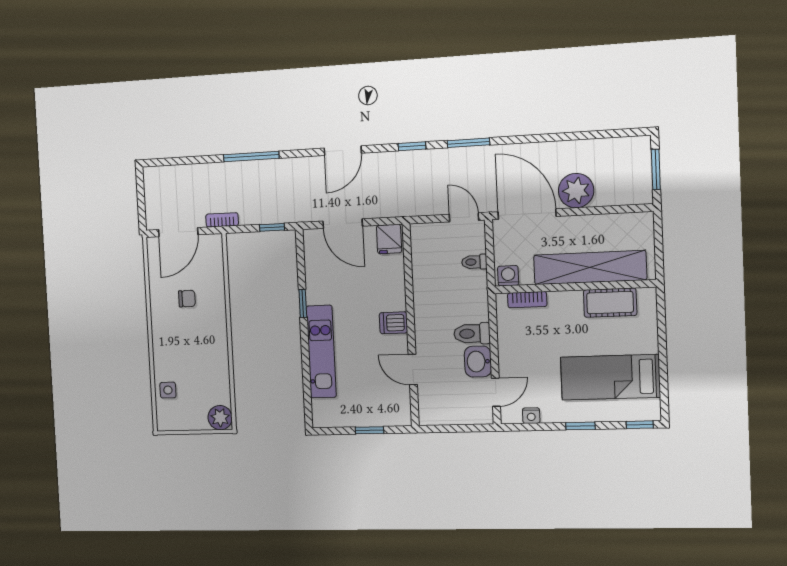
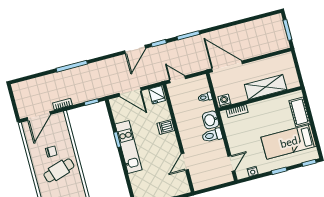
door: (343, 151) -> (135, 49), moved
plant: (576, 191) -> (250, 49), removed
door: (464, 217) -> (178, 79), moved
shelving: (590, 267) -> (266, 87), width x0.68
cot: (610, 303) -> (300, 112), moved, turned 90
dishwasher: (393, 323) -> (166, 127), moved
cafe table: (193, 334) -> (59, 170), added
kitchen unit: (321, 352) -> (129, 147), moved
washbasin: (478, 362) -> (211, 120), moved
door: (413, 369) -> (185, 162), hinge flipped

